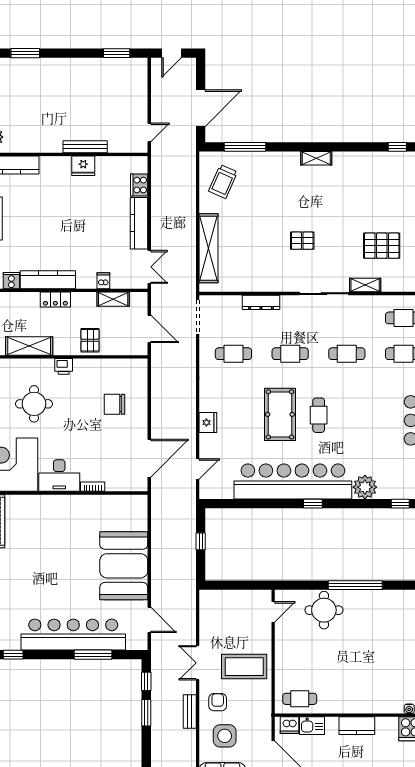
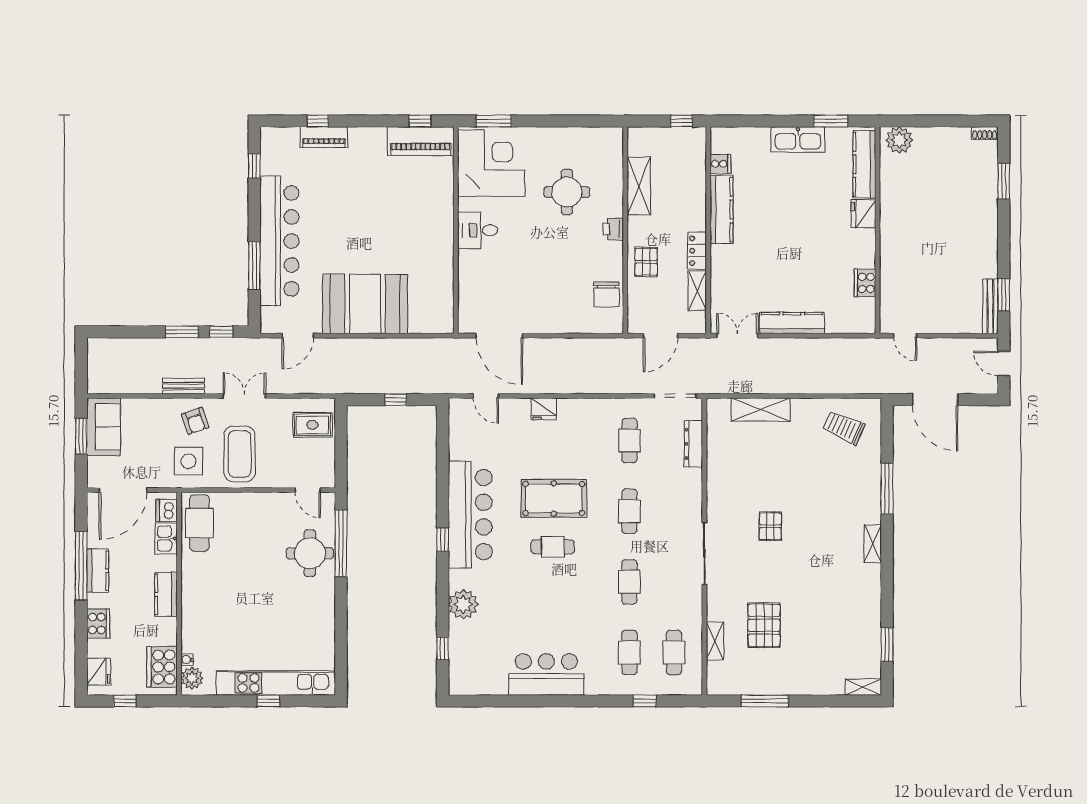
bench: (85, 147) -> (990, 306), moved
window: (245, 147) -> (887, 489), moved
window: (397, 147) -> (887, 645), width x1.50
fridge: (83, 166) -> (864, 214), moved
cooker: (139, 185) -> (865, 283), moved, turned -90
shelving: (209, 248) -> (761, 410), width x0.68
double door: (149, 267) -> (737, 336), swing flipped
dishwasher: (103, 281) -> (720, 278), removed
shelving: (365, 285) -> (715, 641), moved
locker: (55, 300) -> (697, 251), moved
dresser: (261, 302) -> (693, 444), moved
pallet: (90, 340) -> (646, 262), turned 90
chair: (114, 404) -> (606, 295), moved, turned 180
desk: (59, 476) -> (478, 230), width x0.73
bar counter: (293, 481) -> (470, 515), width x0.73
bookcase: (93, 487) -> (464, 265), removed
window: (355, 585) -> (341, 543), moved
rug: (221, 608) -> (312, 425), added
cafe table: (300, 699) -> (199, 523), width x1.37, depth x1.35
armchair: (218, 702) -> (195, 421), turned 71
side table: (225, 736) -> (188, 461), moved

